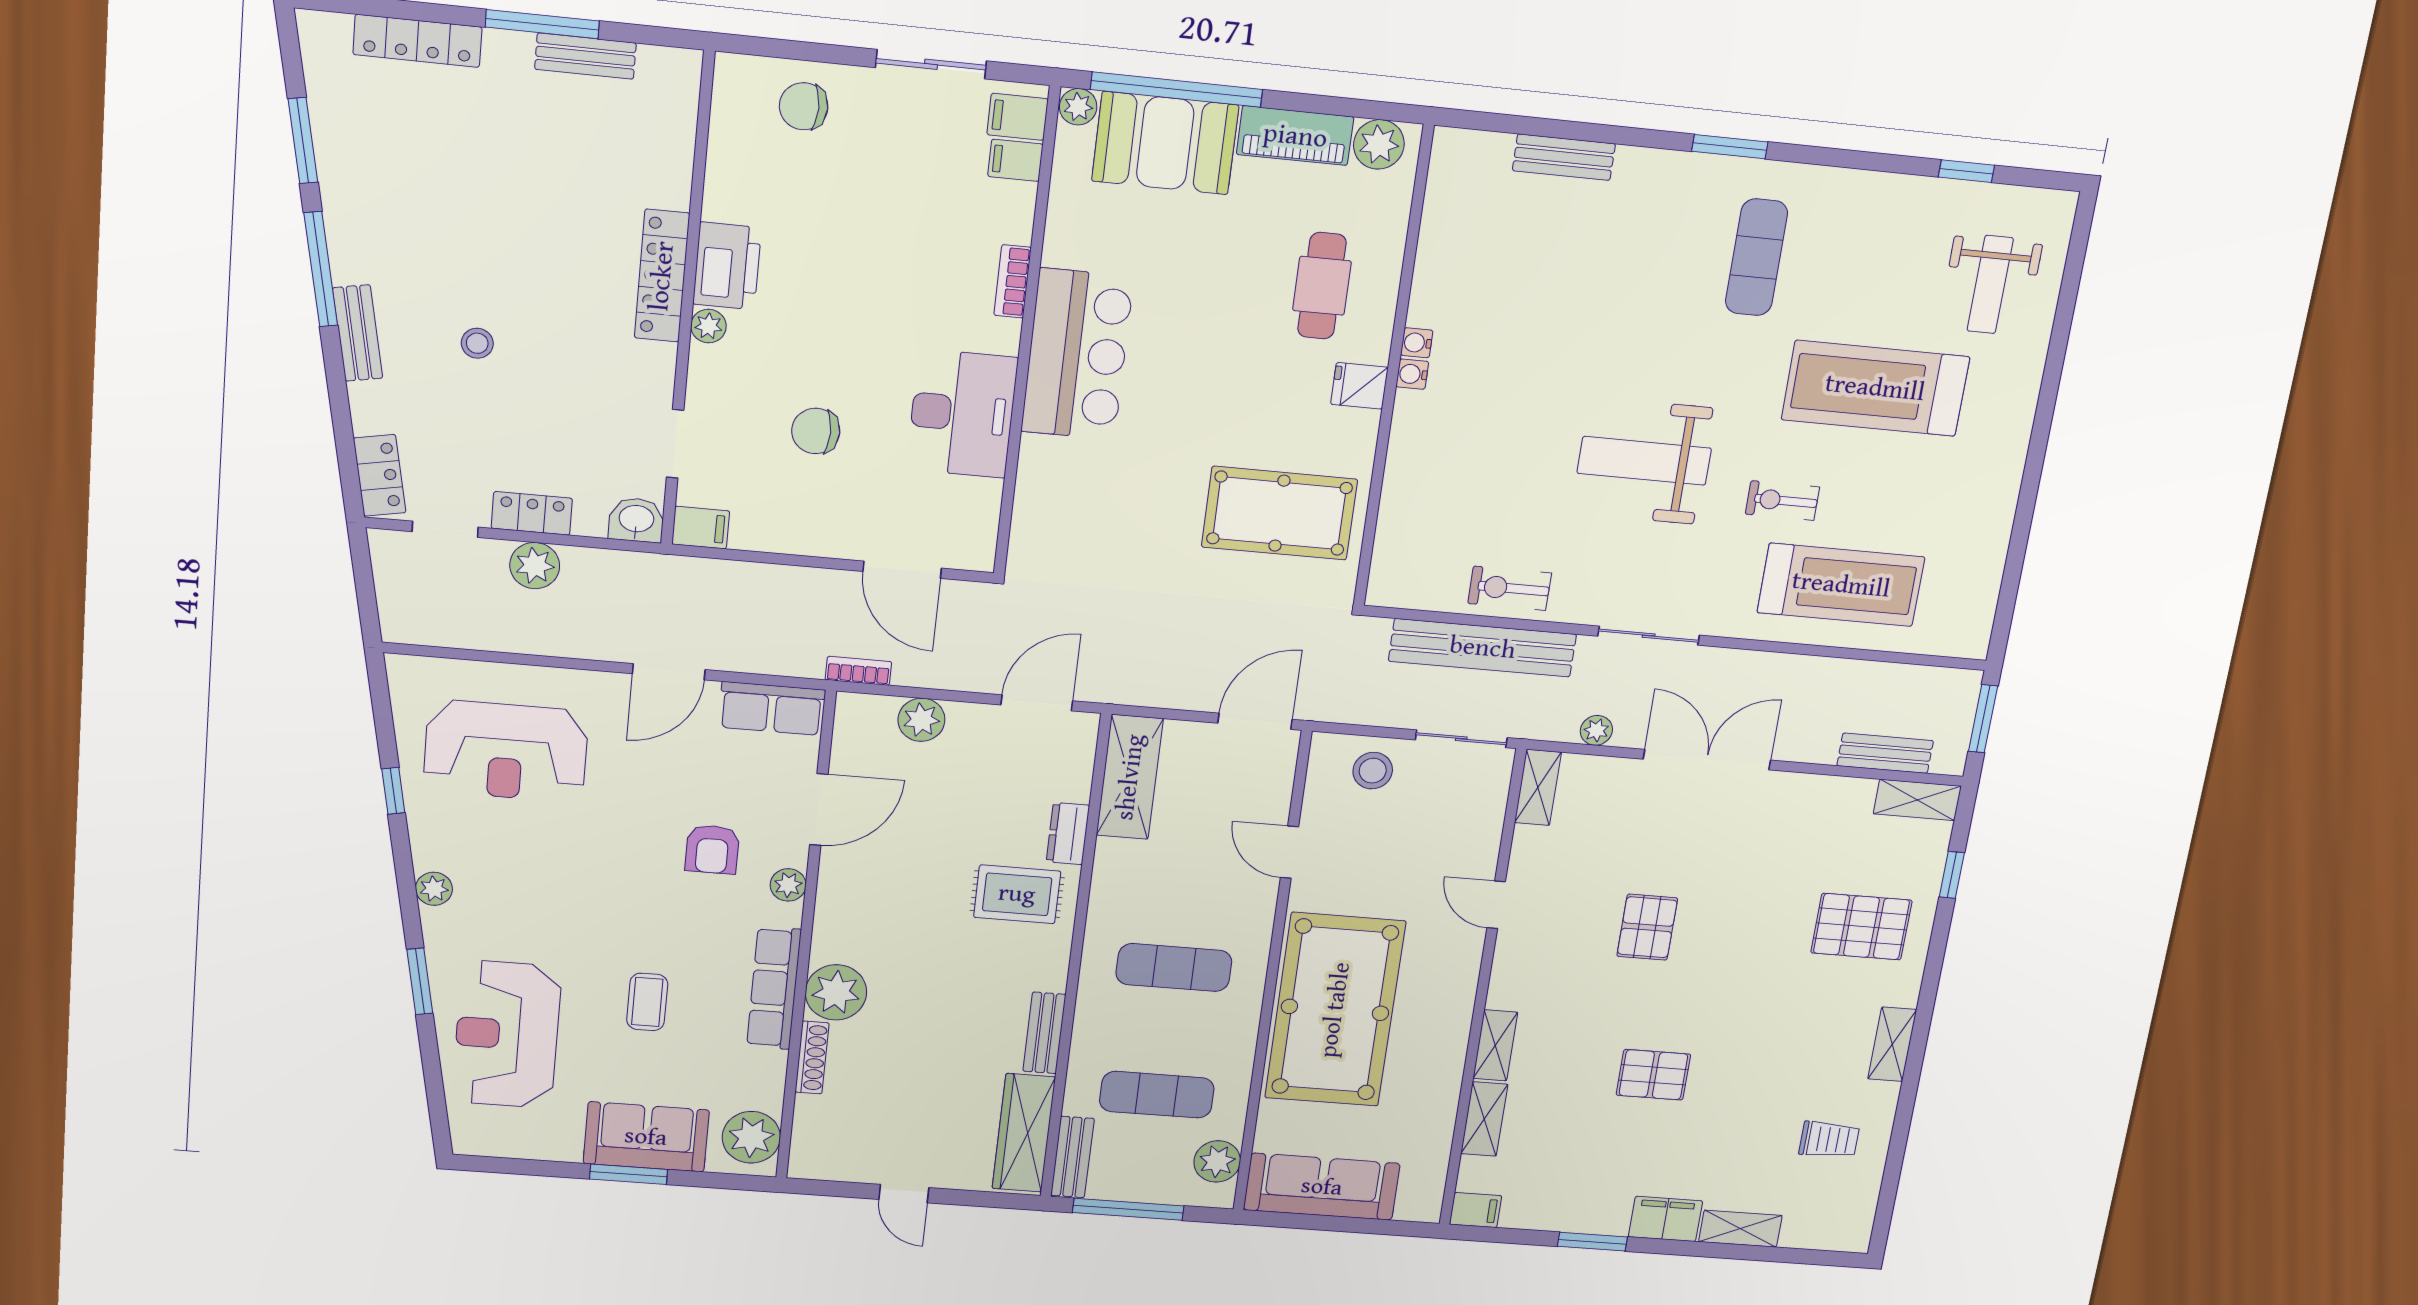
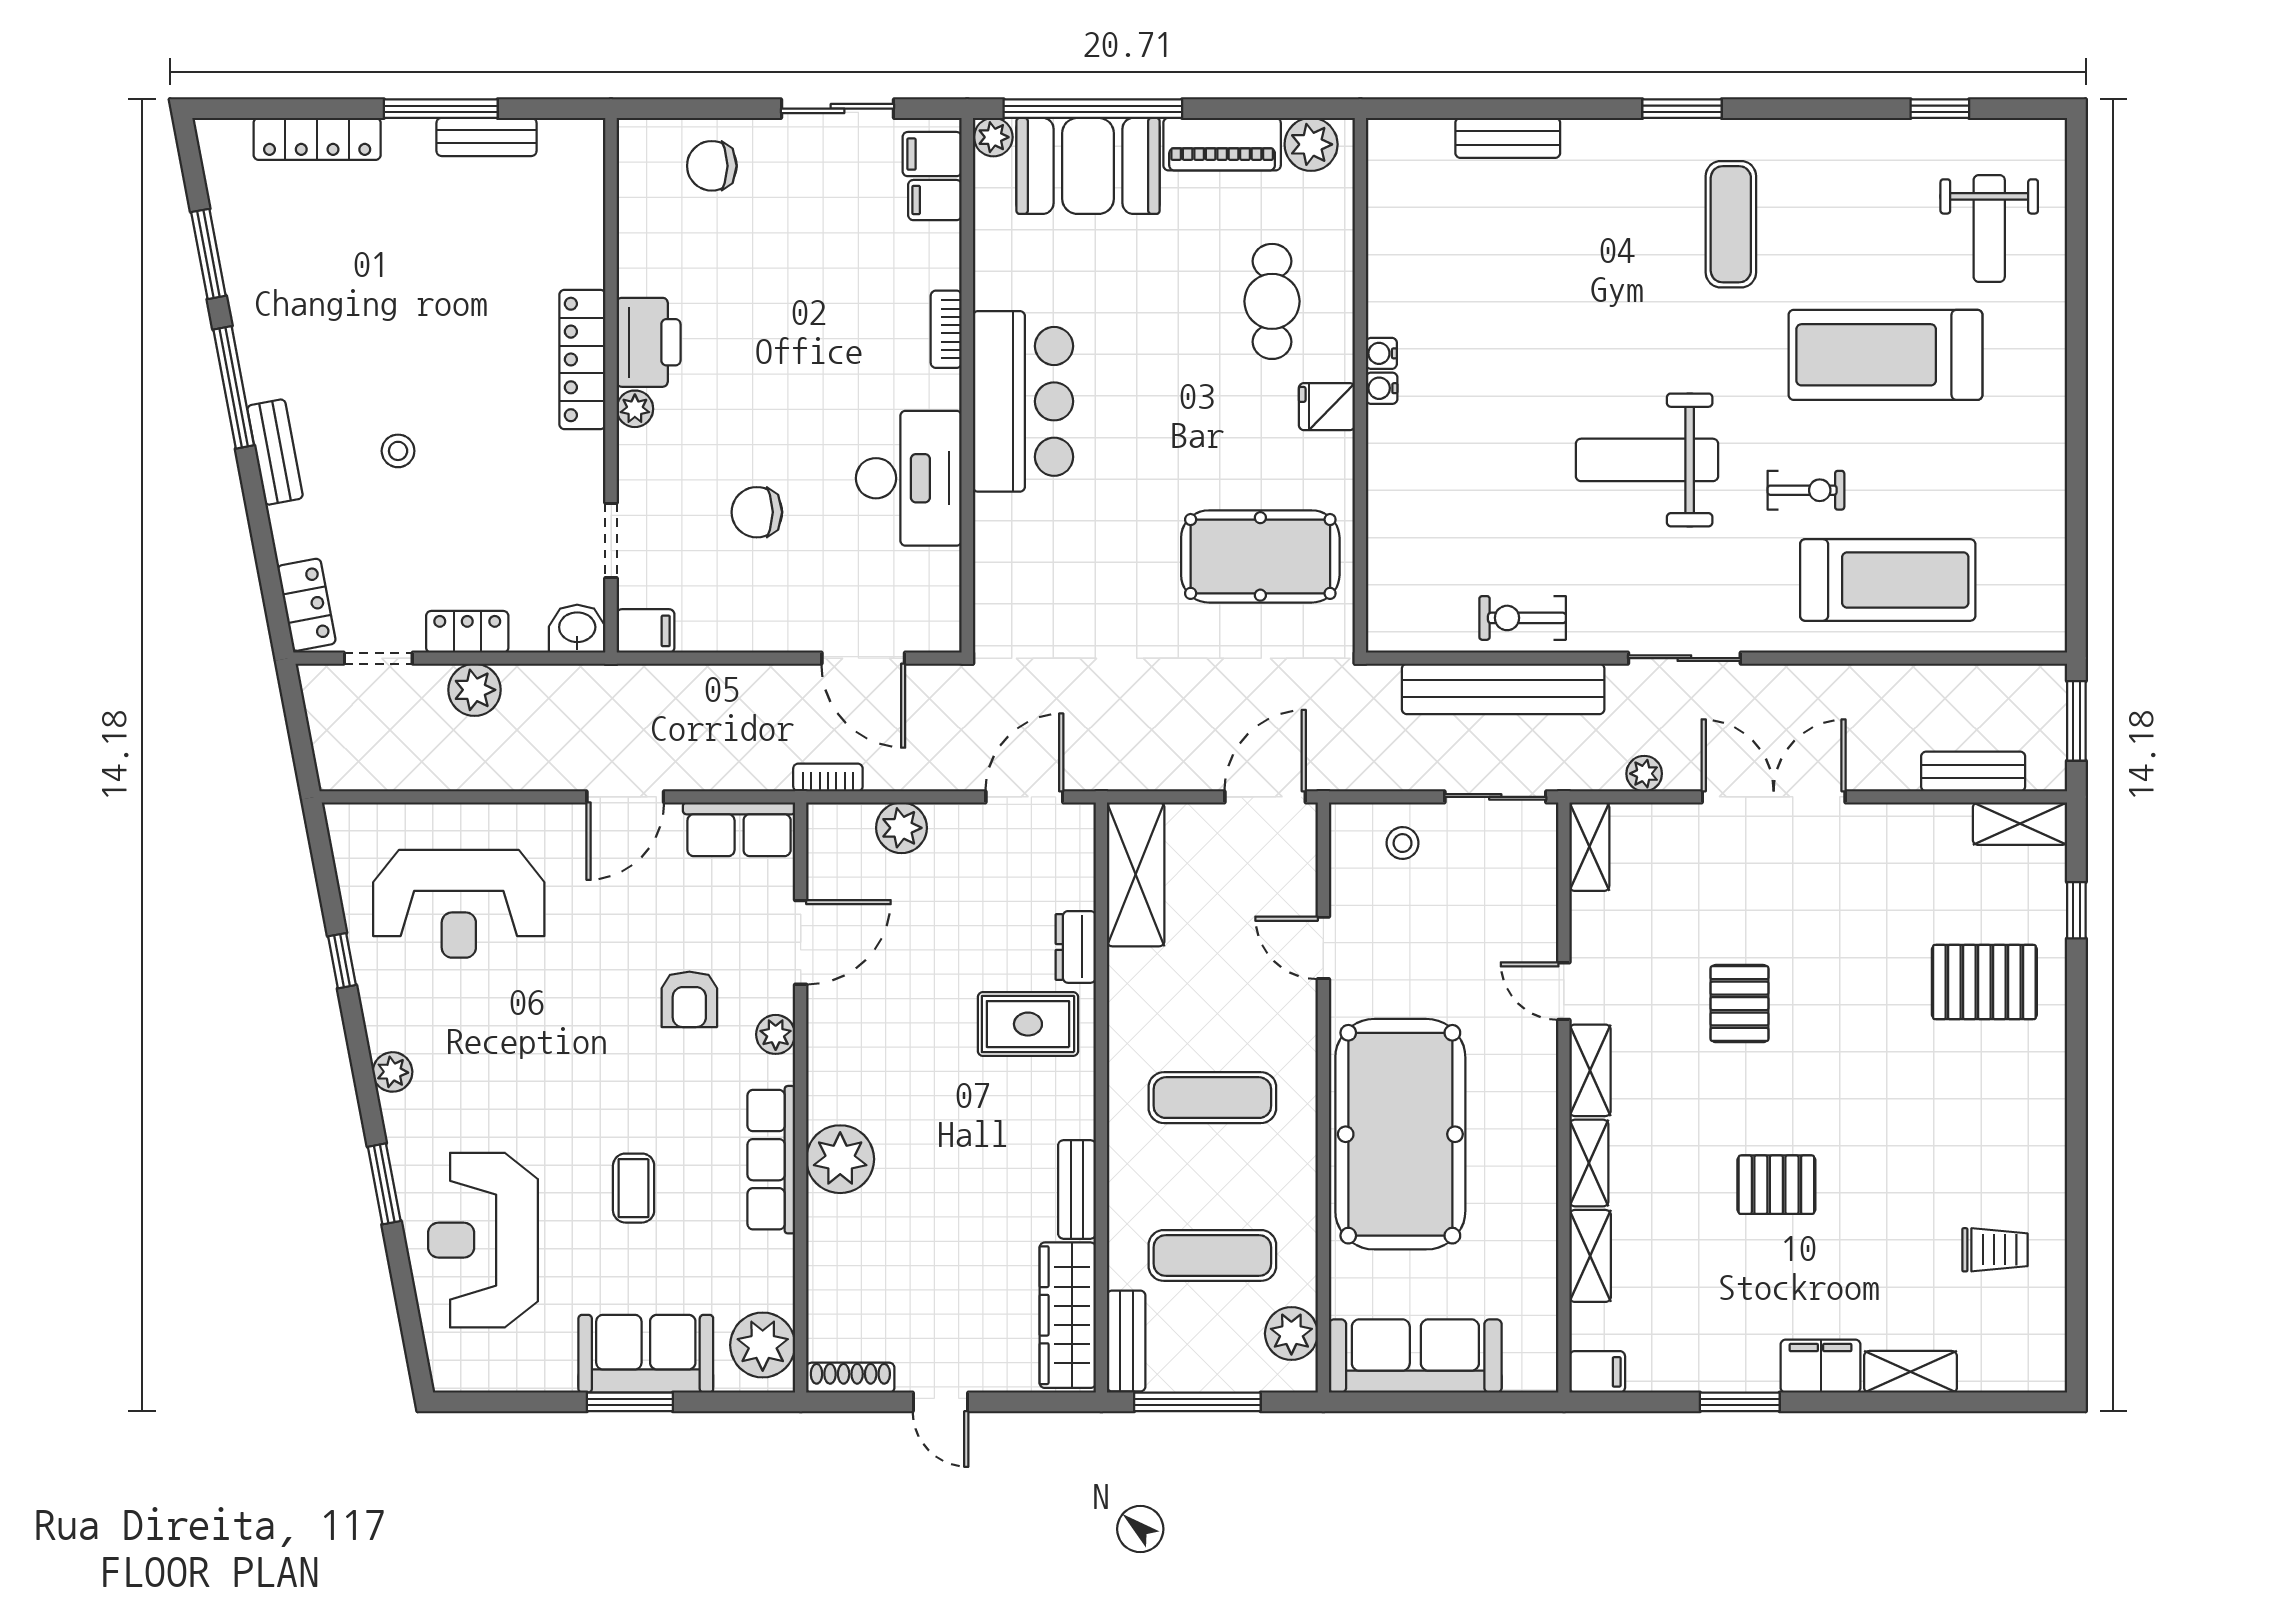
exercise bike: (1782, 501) -> (1806, 490), turned 180
stool: (1373, 771) -> (1403, 843), width x0.73, depth x0.73
shelving: (1892, 1044) -> (1590, 1070), moved
shoe rack: (812, 1058) -> (850, 1378), moved, turned -90

